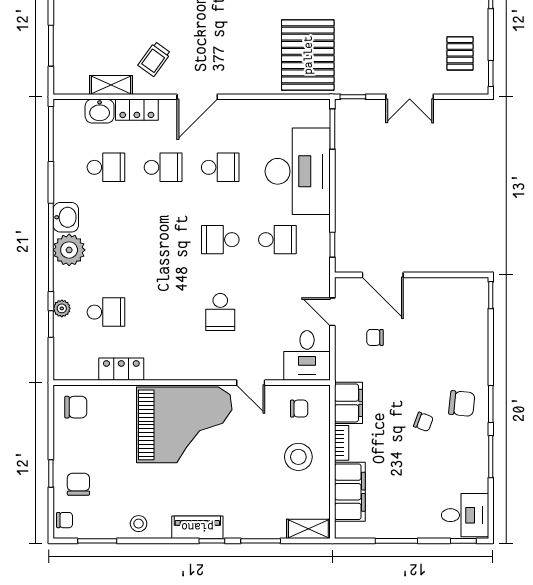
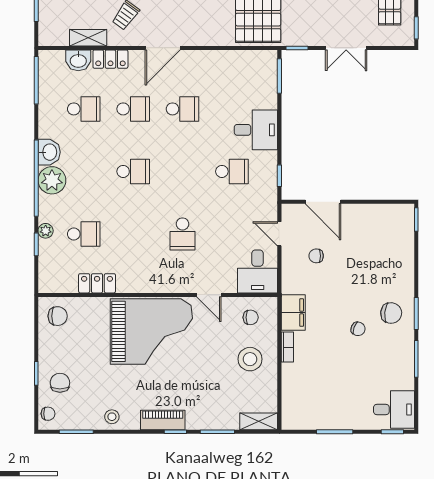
desk: (298, 171) -> (256, 130), width x0.53, depth x0.77
school desk: (220, 240) -> (133, 171), moved, turned 180
filing cabinet: (350, 492) -> (295, 389), removed

